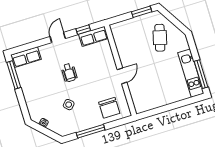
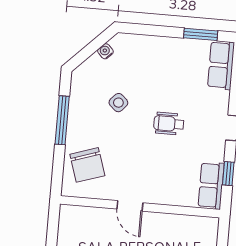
window: (14, 75) -> (201, 34), width x0.69
chair: (109, 108) -> (87, 165), turned -108

